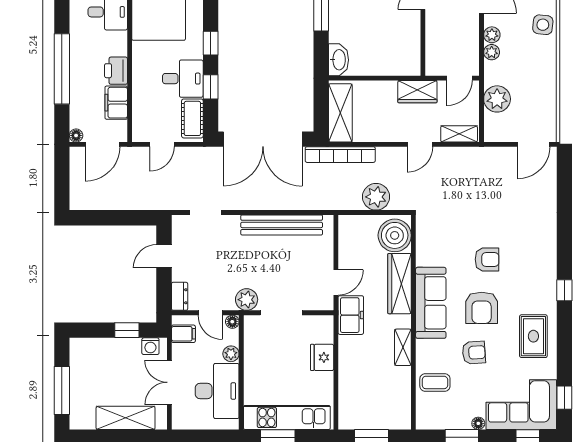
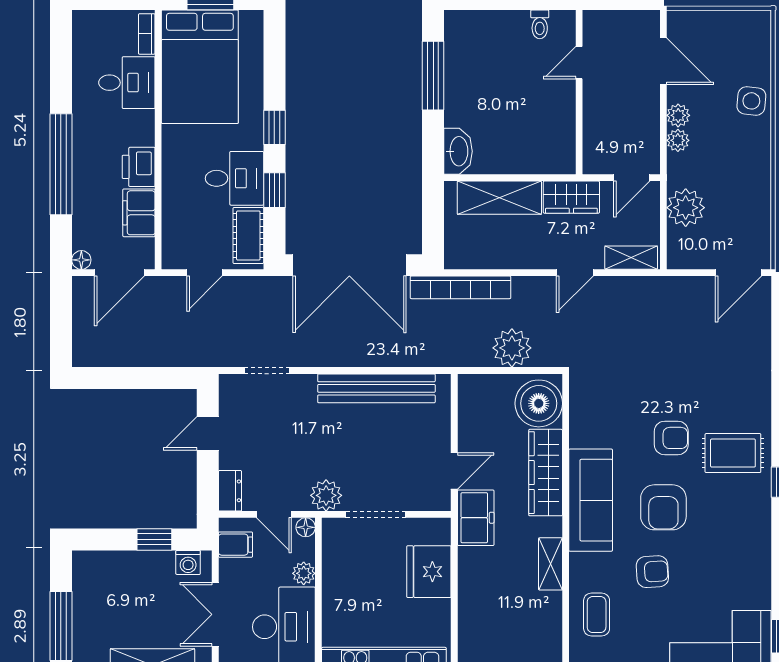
shelving: (340, 113) -> (499, 198), moved, turned 90
rug: (533, 336) -> (733, 453), moved, turned 90
fridge: (322, 357) -> (429, 572), width x1.36, depth x1.34
coffee table: (435, 382) -> (597, 615), turned 90

